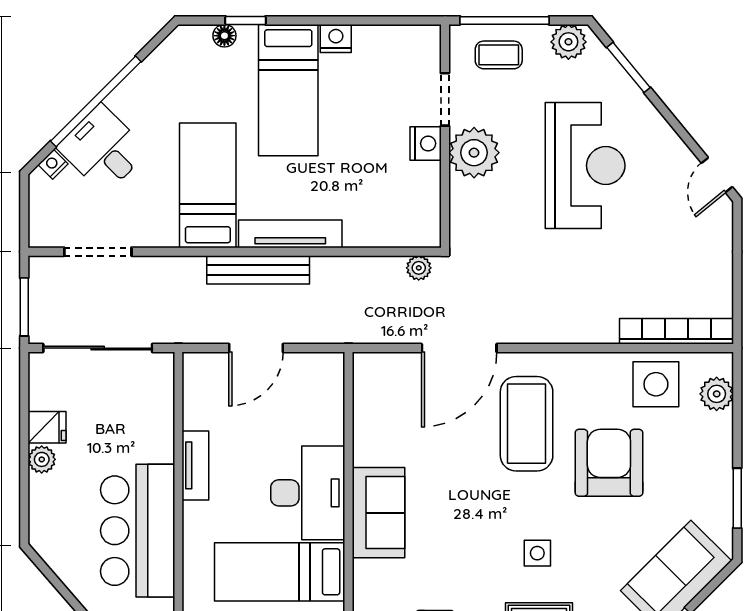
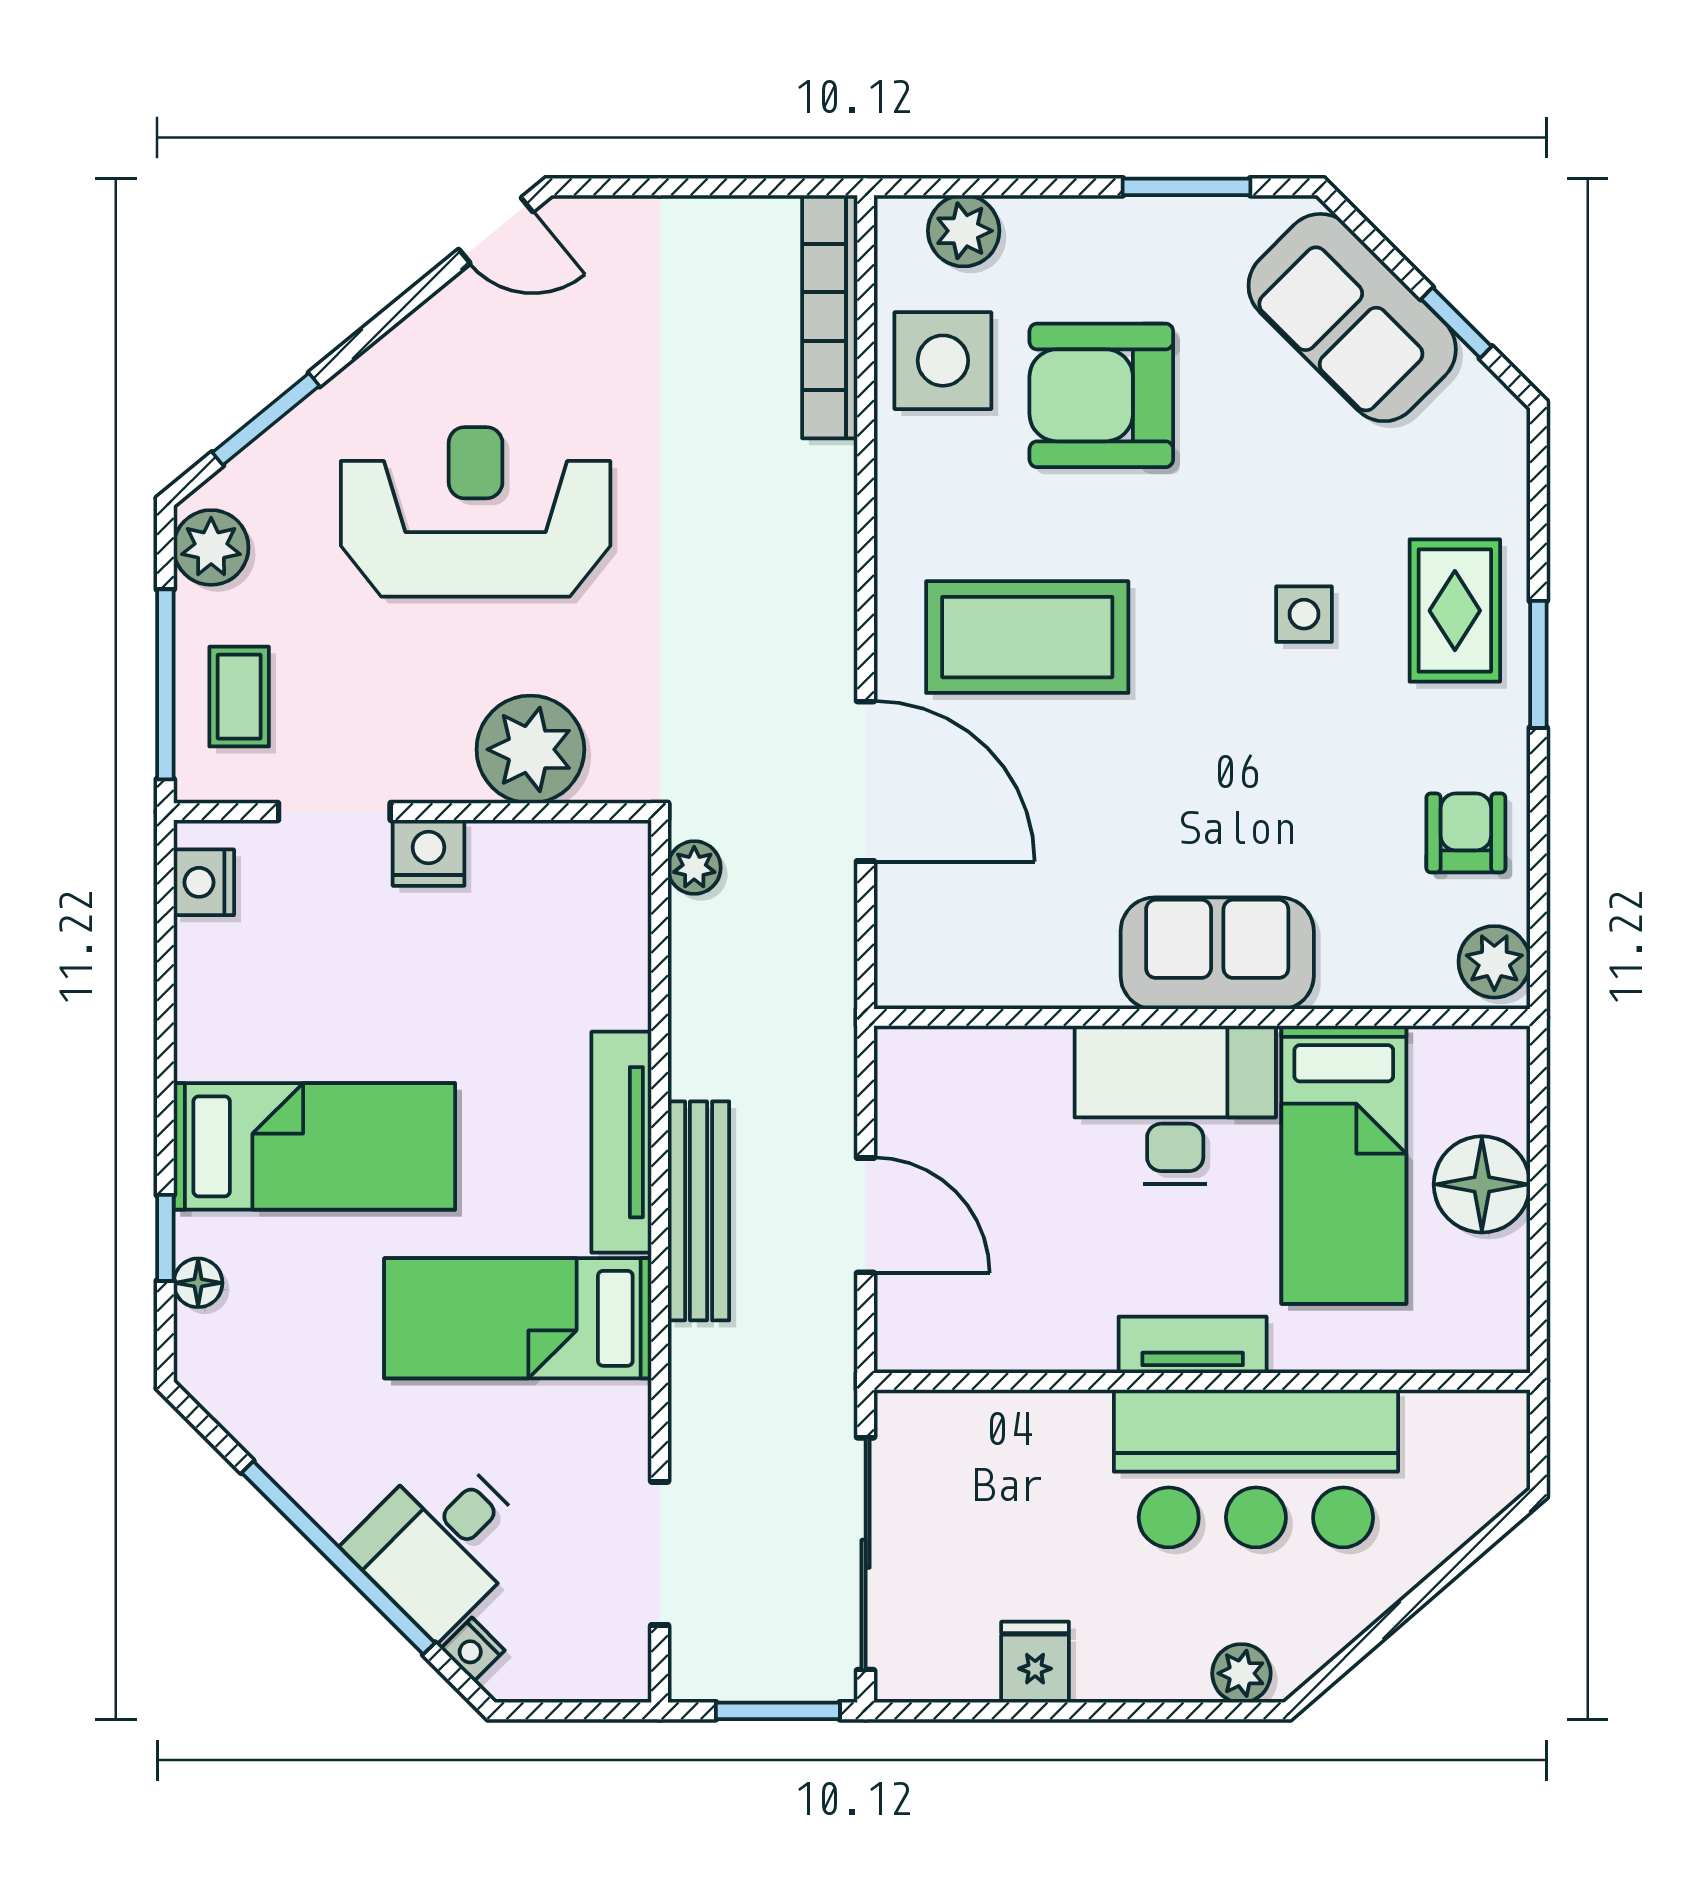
nightstand: (336, 38) -> (204, 882), moved
plant: (474, 153) -> (530, 749), moved
plant: (42, 459) -> (1241, 1673), moved
armchair: (609, 463) -> (1101, 395), moved
tv unit: (195, 465) -> (1193, 1345), moved

